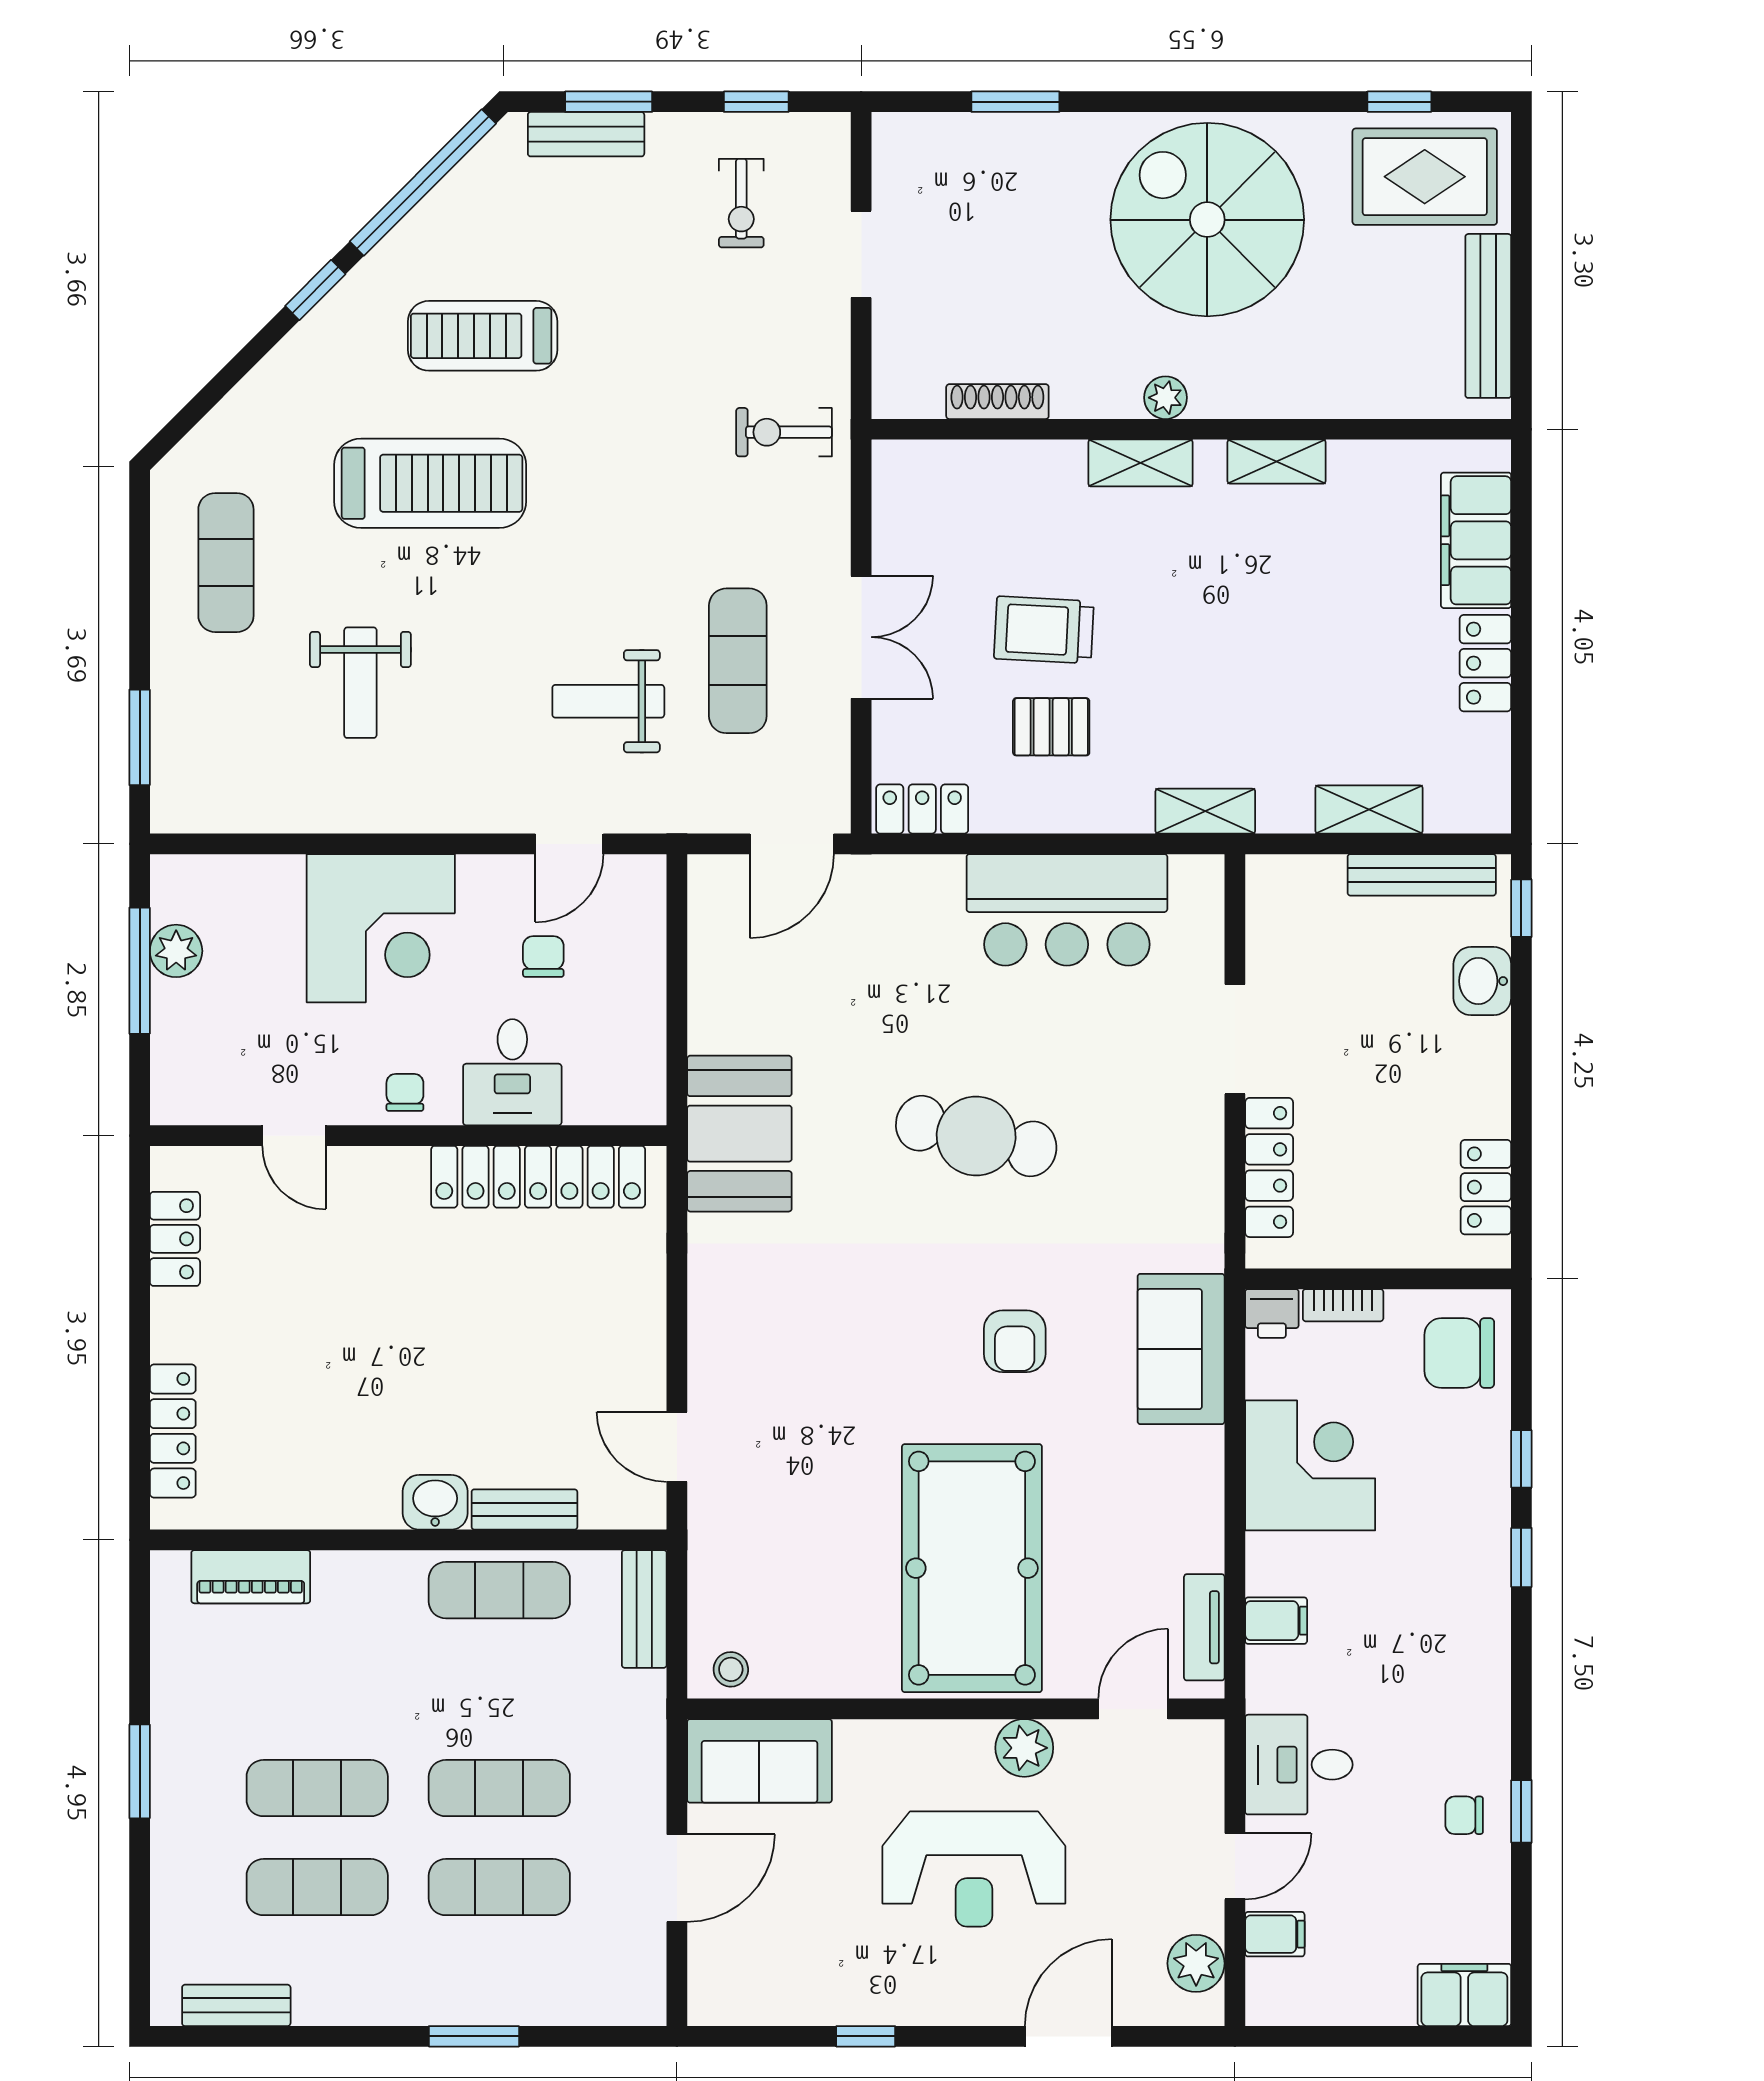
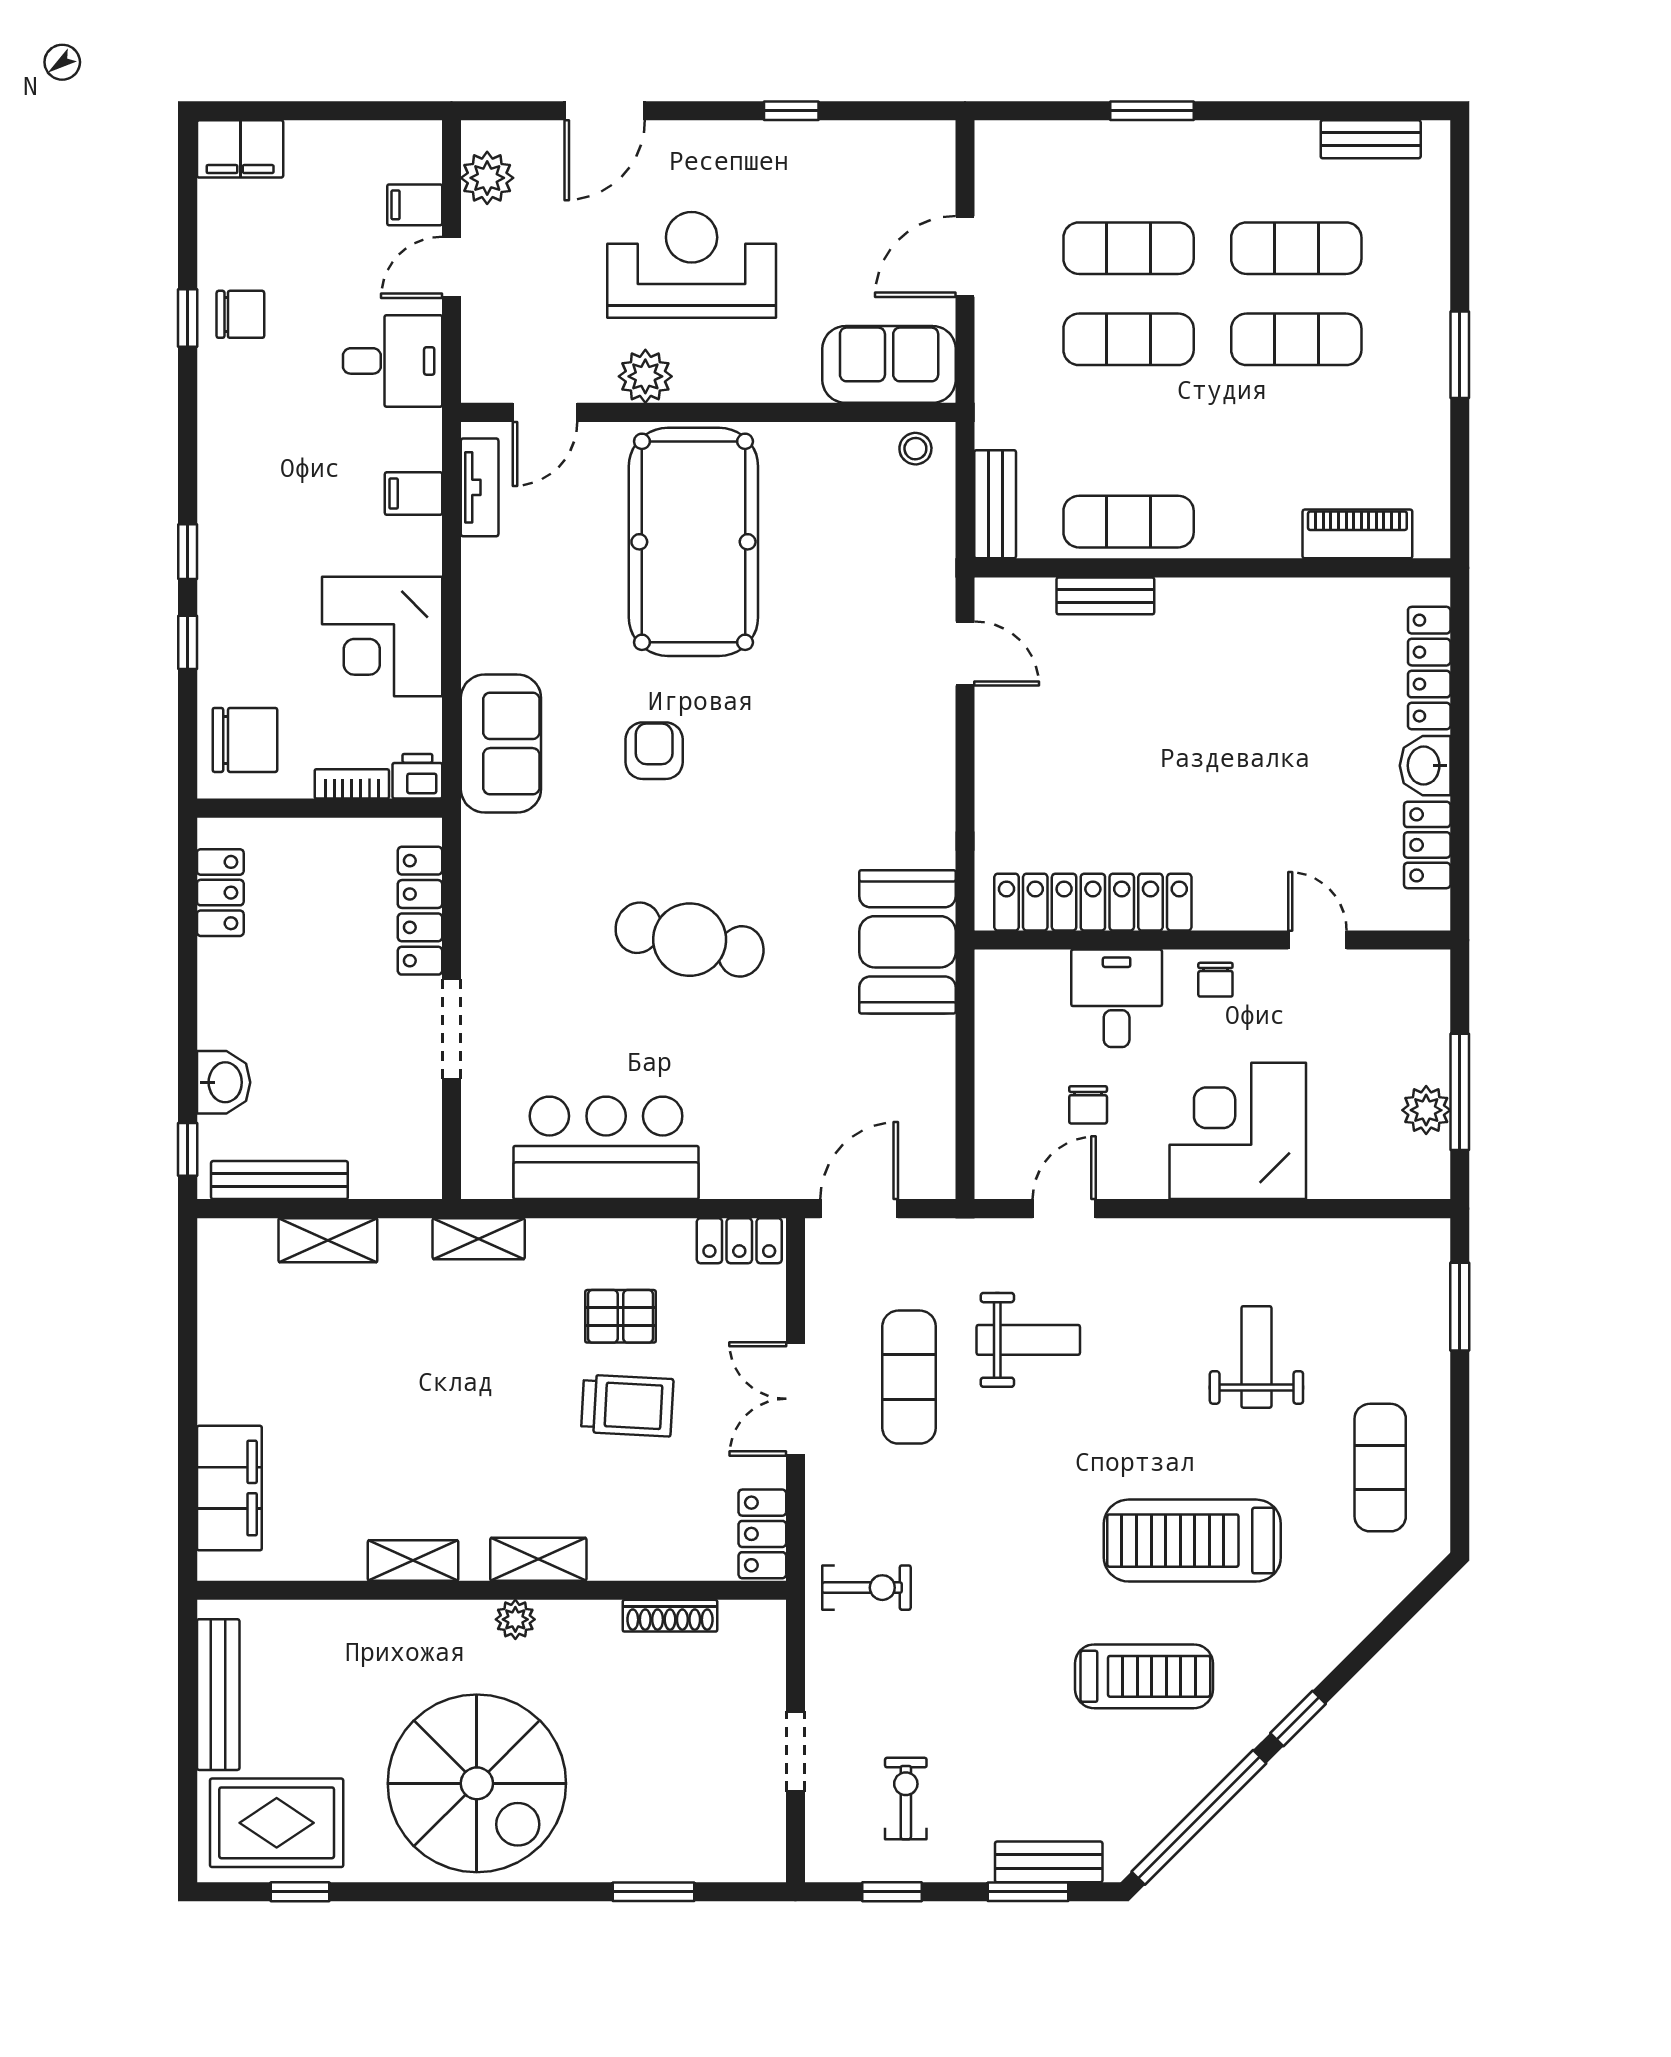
locker: (1485, 663) -> (762, 1534), moved, turned 180
washbasin: (435, 1502) -> (1425, 766), moved, turned 90
chair: (1464, 1815) -> (240, 314), width x1.37, depth x1.37

